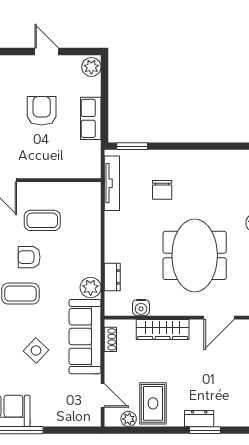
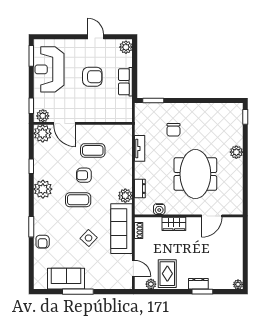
armchair: (42, 111) -> (92, 77), turned 90
tv unit: (112, 183) -> (140, 148), moved, width x0.71
wardrobe: (163, 330) -> (174, 224), width x0.67

